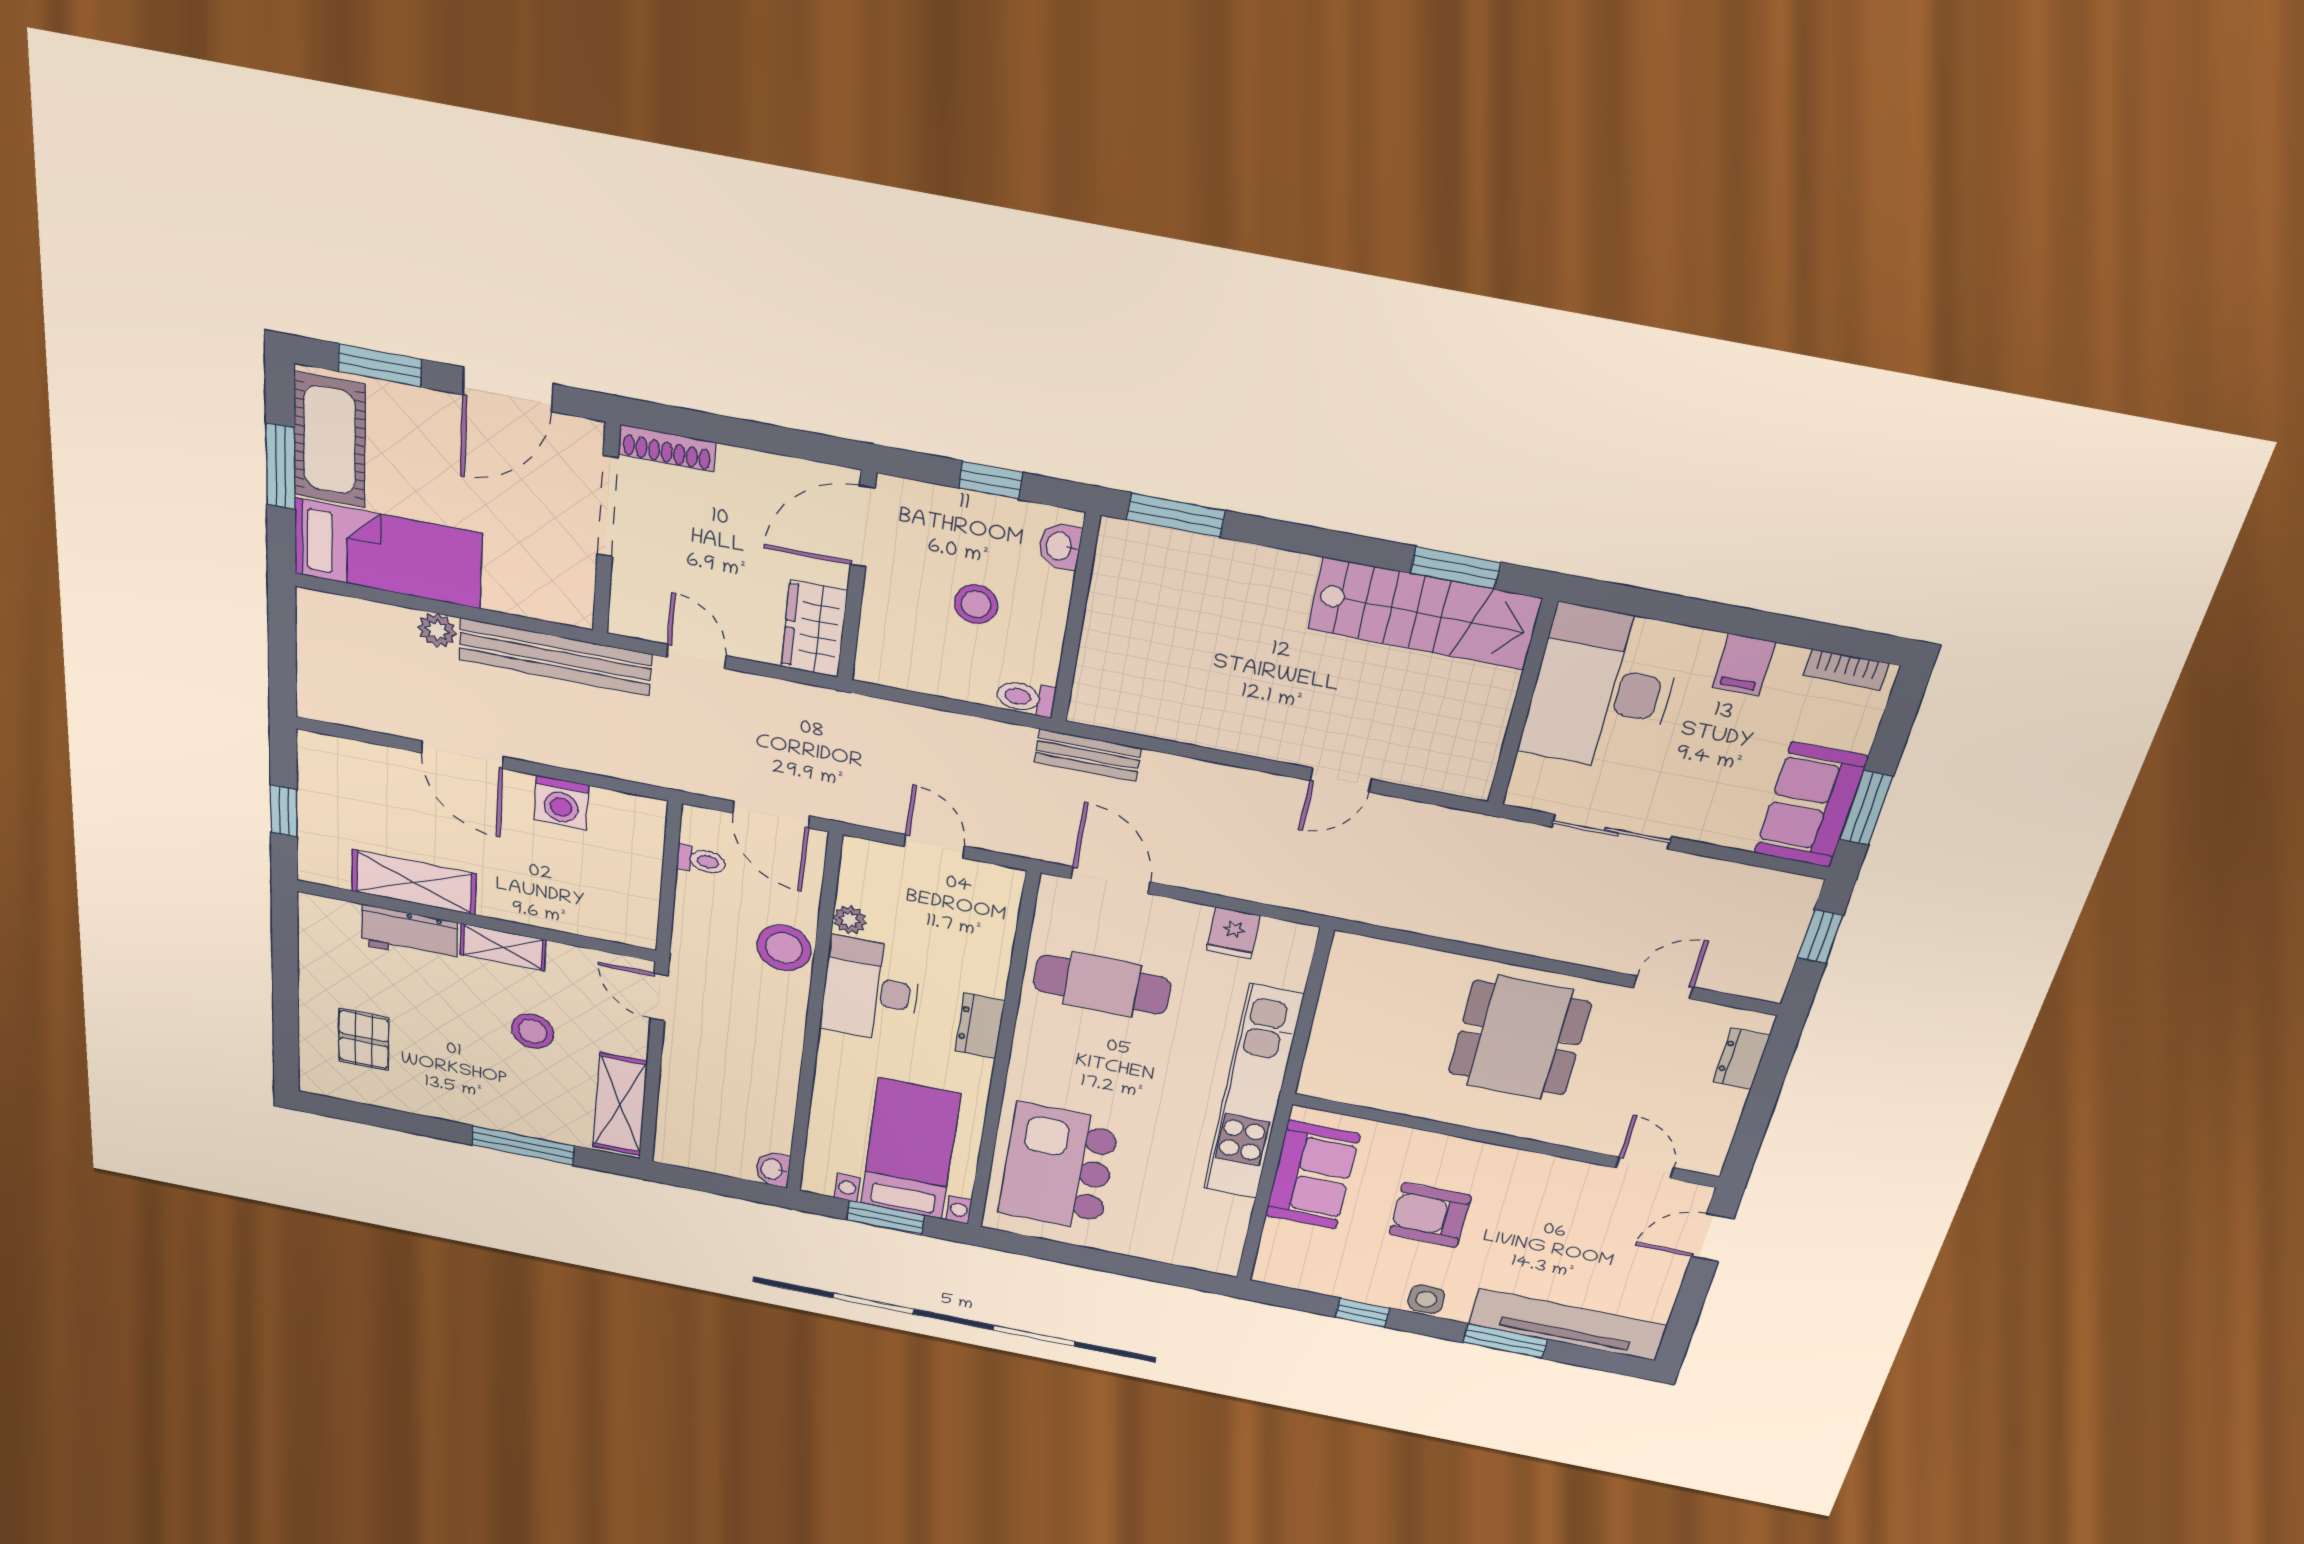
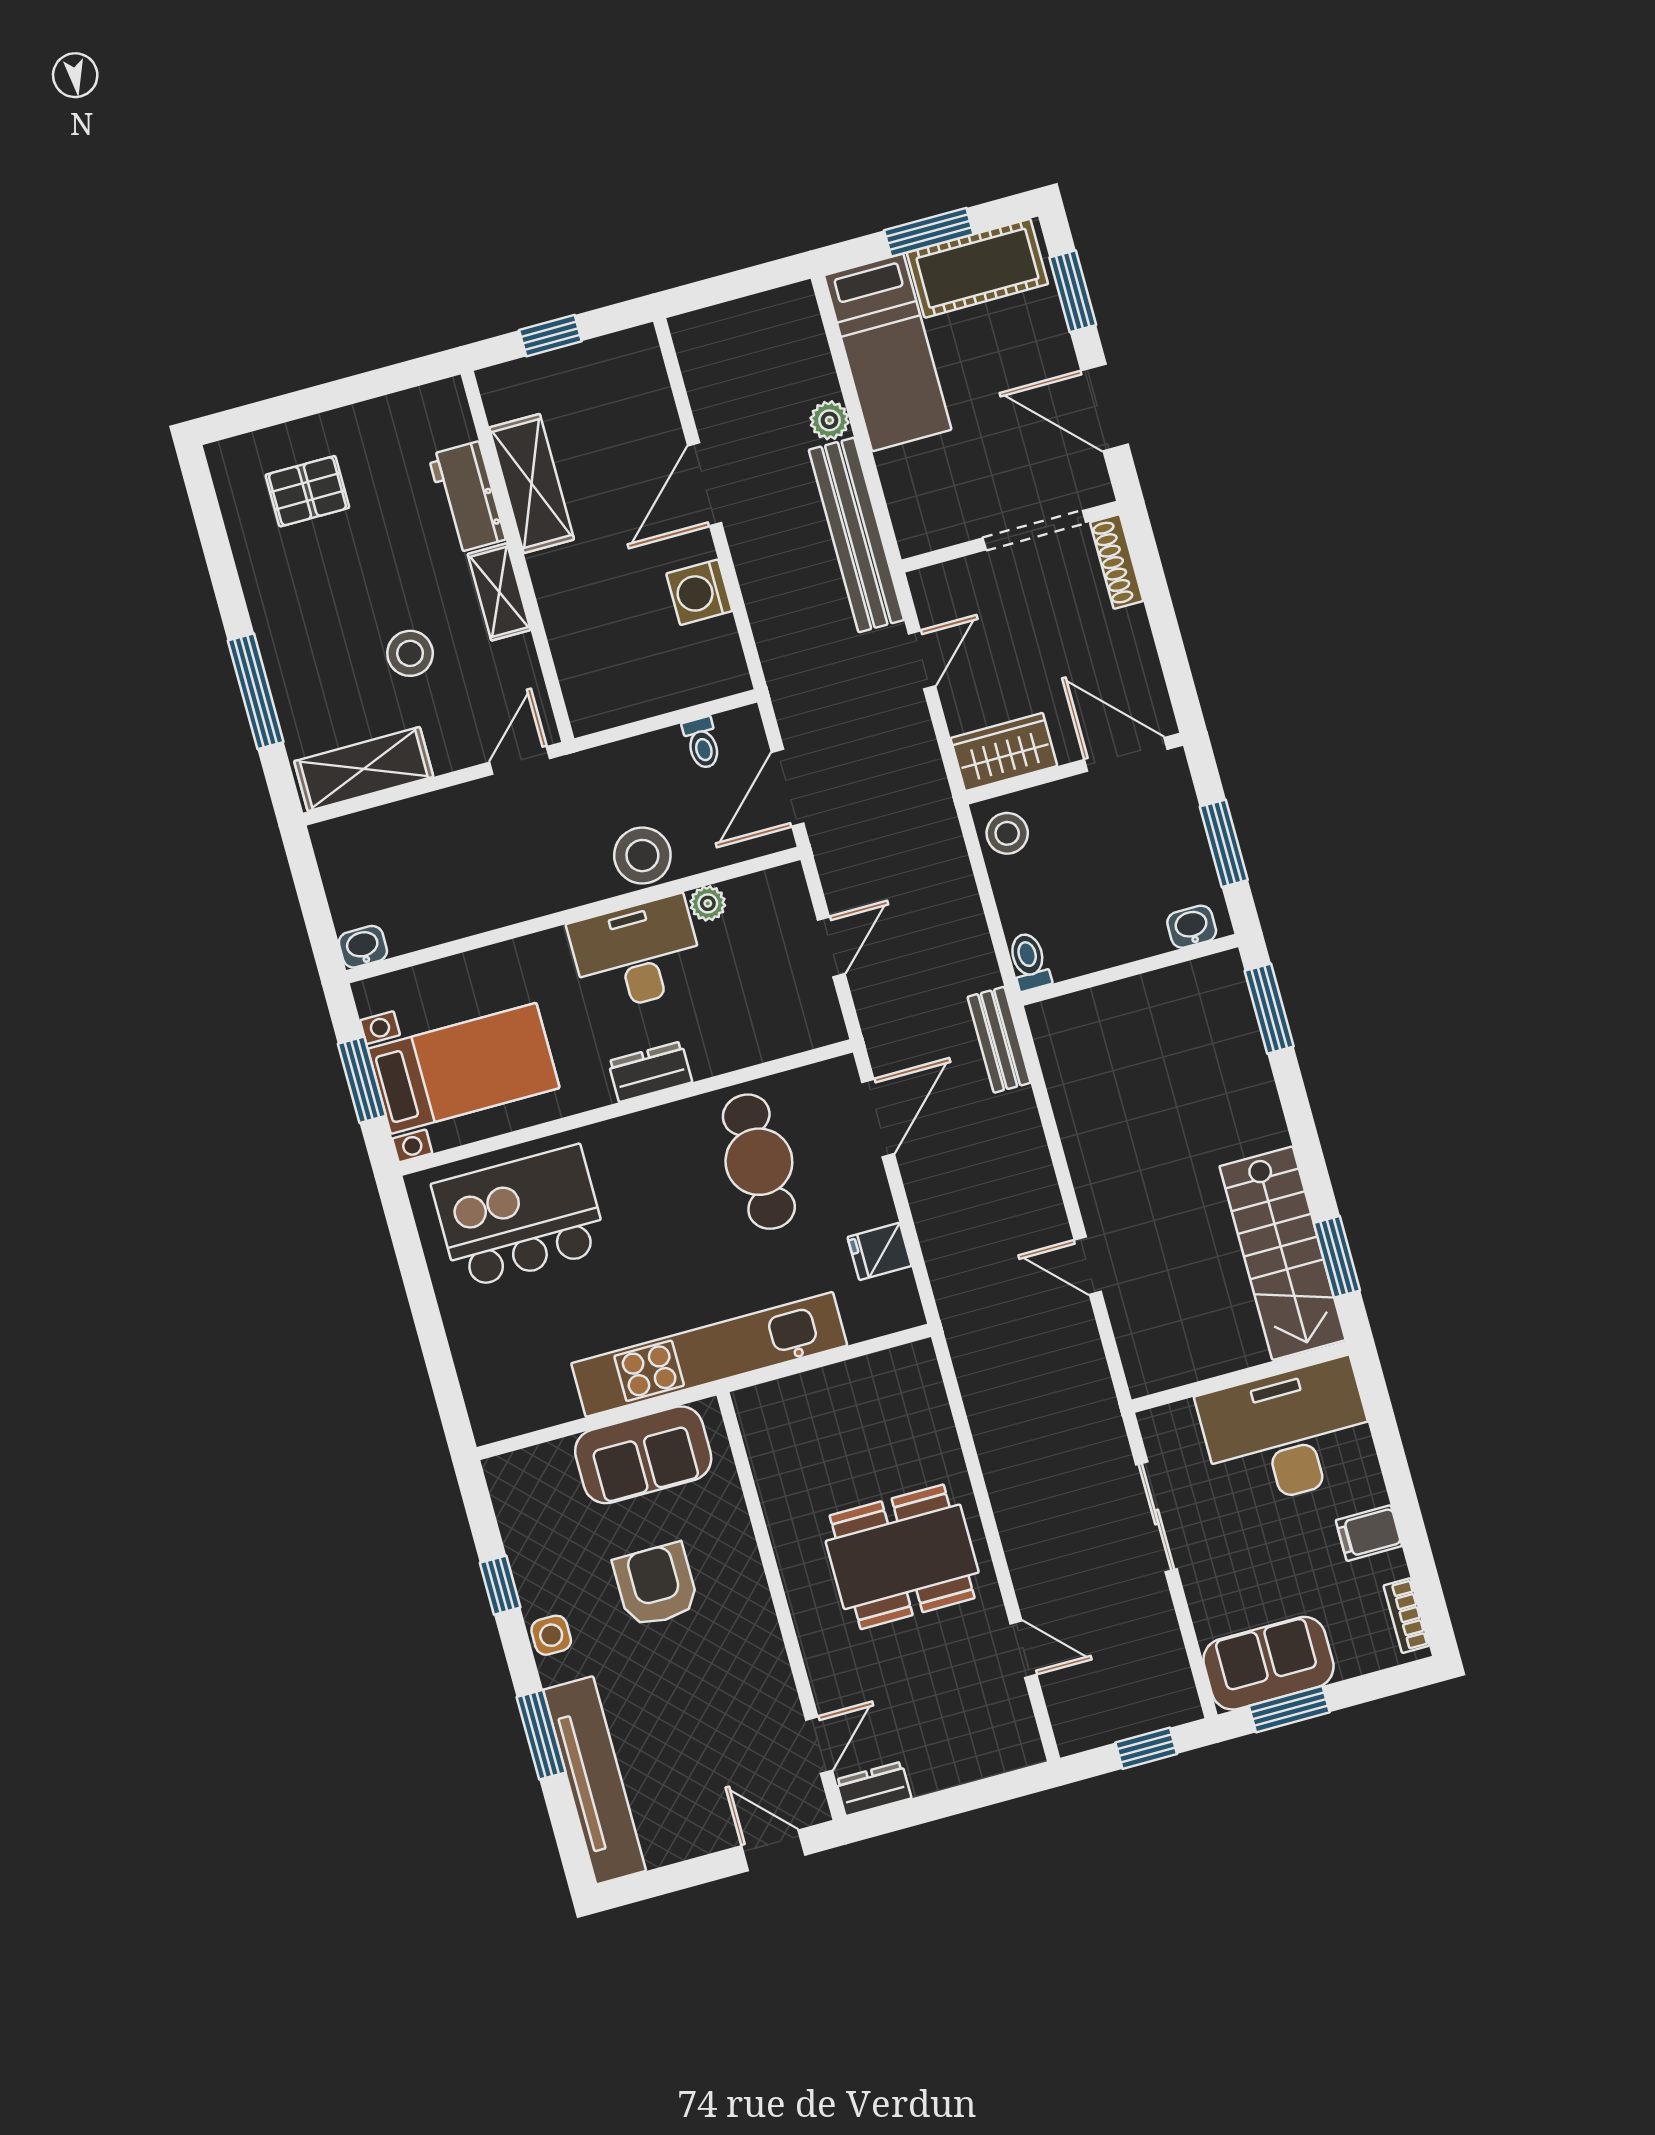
window: (991, 480) -> (1224, 843), width x1.50
stool: (976, 604) -> (1007, 833), moved
dresser: (1741, 1059) -> (874, 1789), moved

